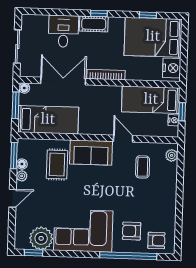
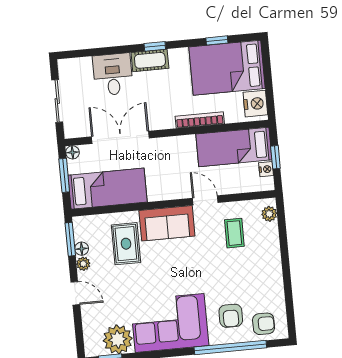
bookcase: (106, 75) -> (200, 120), moved
door: (13, 198) -> (75, 293), hinge flipped
armchair: (132, 231) -> (231, 316), turned -90

